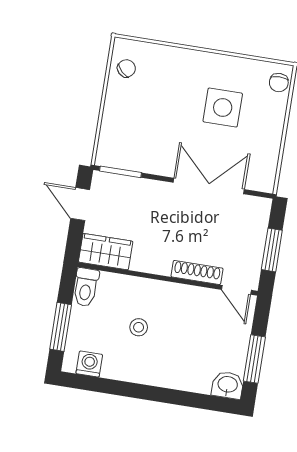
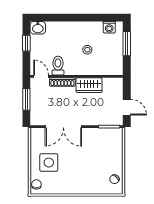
side table: (223, 108) -> (49, 163), moved
wardrobe: (106, 252) -> (89, 85), moved
toilet: (86, 287) -> (58, 66), moved
window: (254, 359) -> (26, 43), width x0.67

